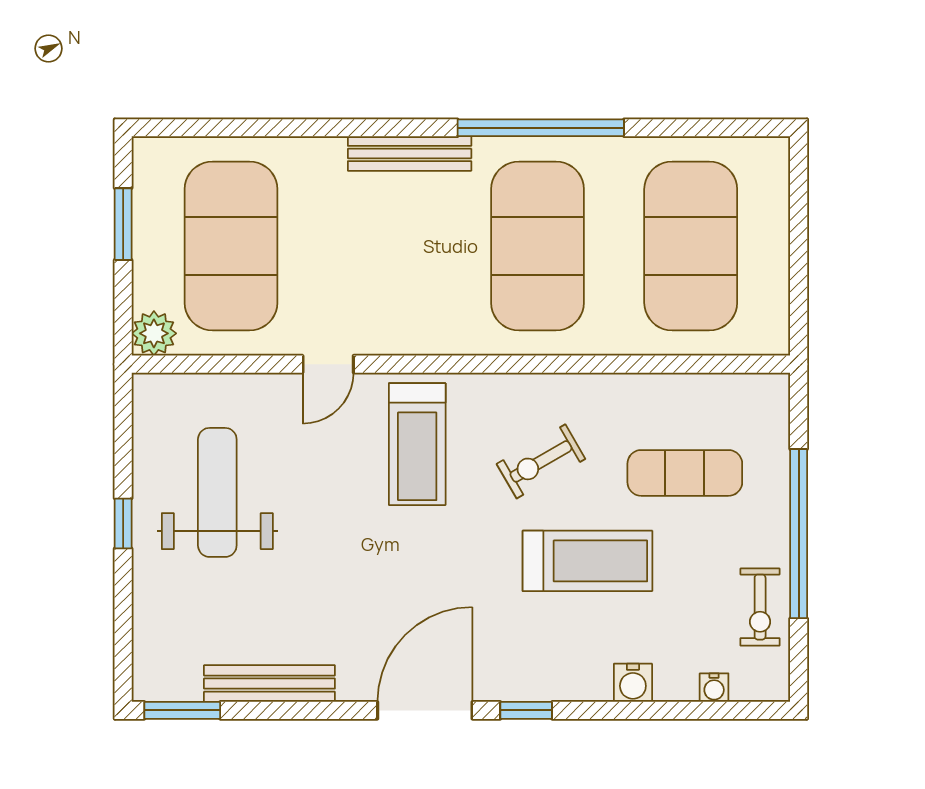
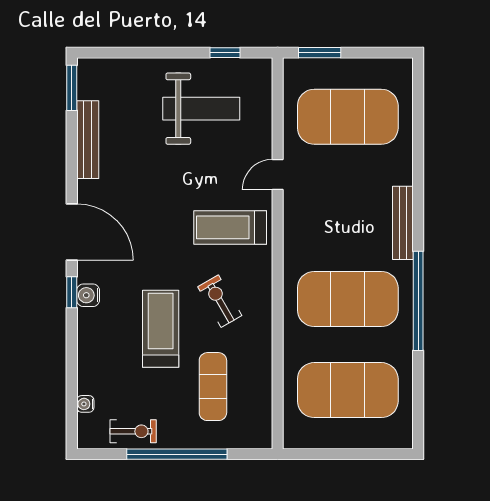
window: (123, 224) -> (320, 53), moved
plant: (154, 333) -> (296, 71), removed
door: (328, 364) -> (278, 174), hinge flipped
window: (123, 523) -> (225, 53), moved
treadmill: (587, 561) -> (161, 329), turned 180
exercise bike: (760, 607) -> (133, 431), turned 180
water cooler: (633, 683) -> (88, 295), moved

